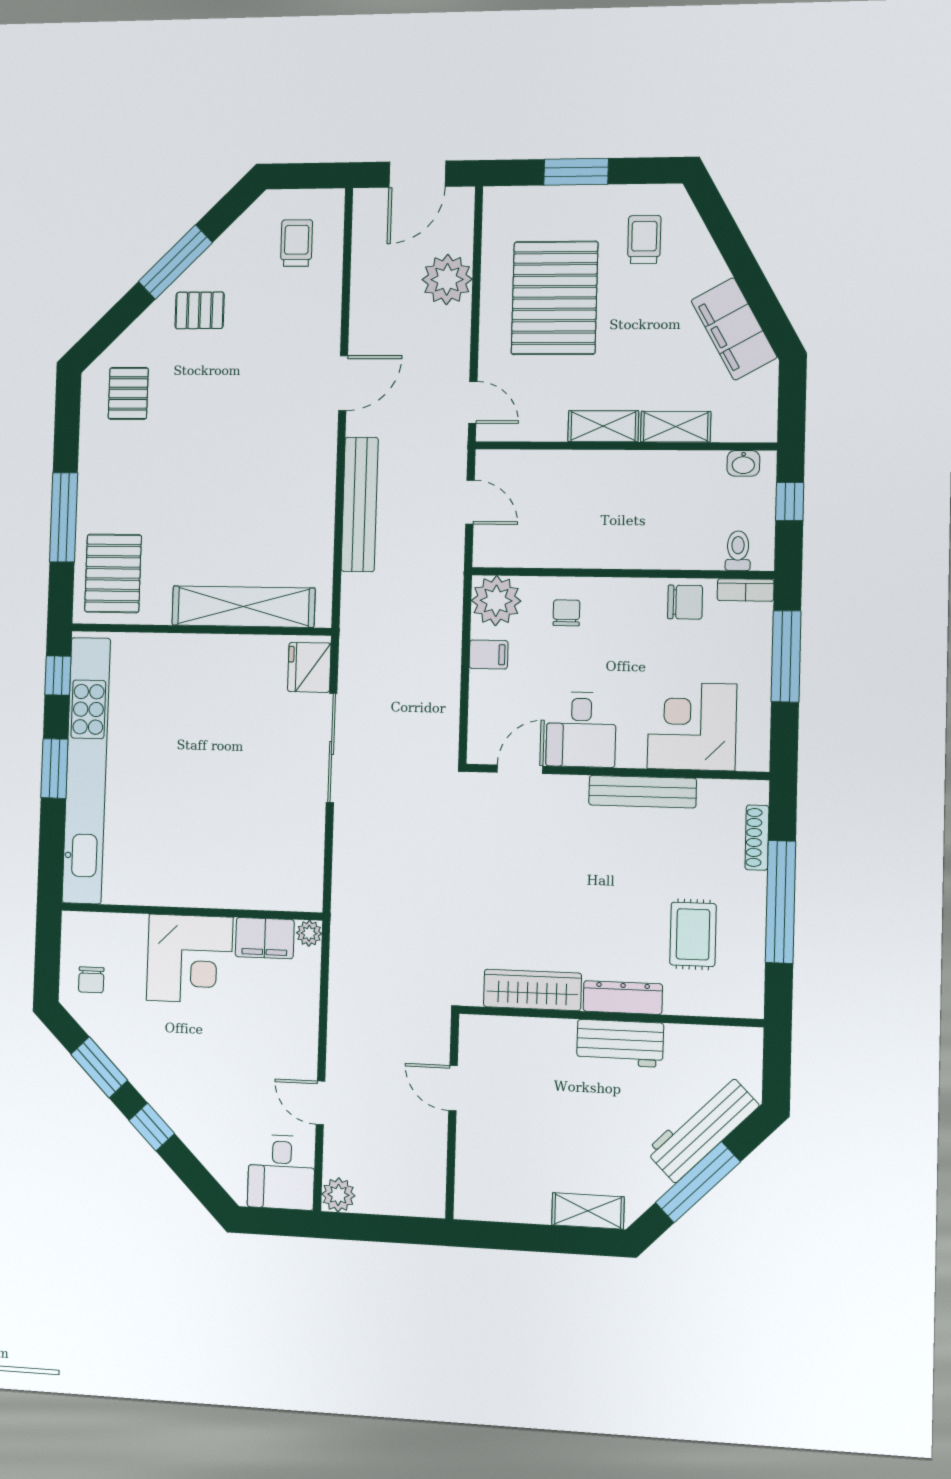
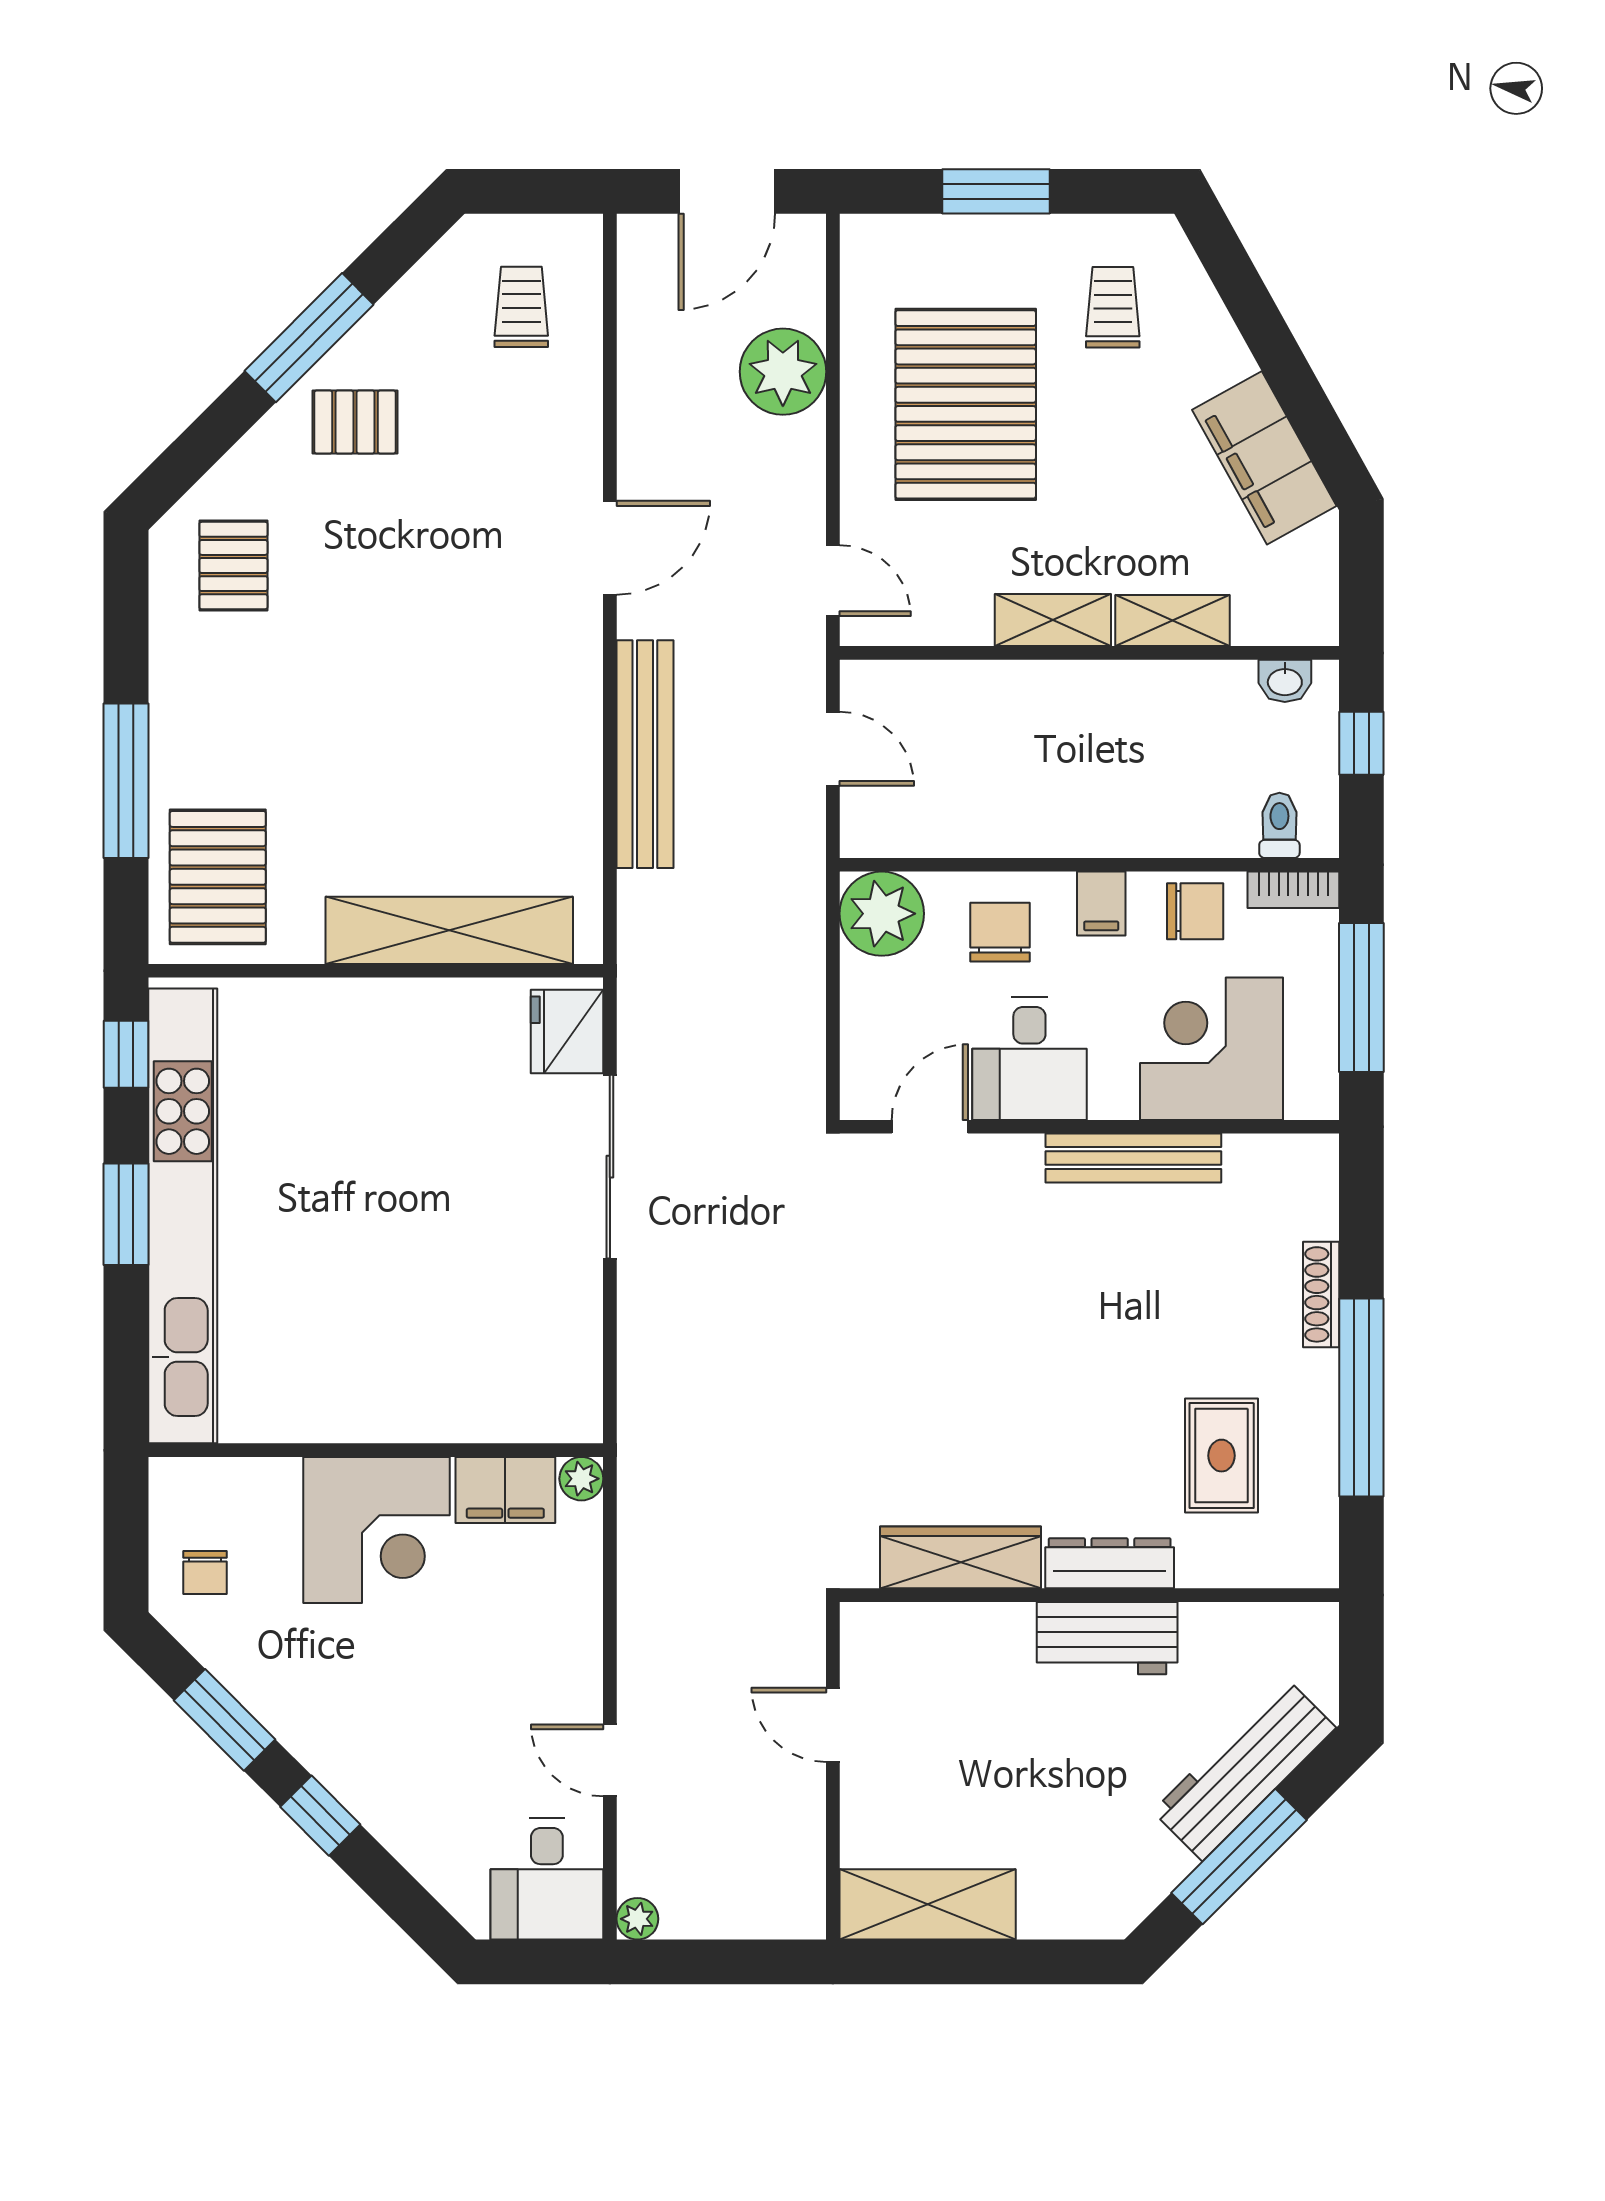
chair: (566, 613) -> (1000, 932), width x1.37, depth x1.37
filing cabinet: (489, 654) -> (1101, 903), moved, turned 90
corner desk: (692, 726) -> (1212, 1049), moved
desk: (581, 730) -> (1029, 1059), moved
door: (520, 769) -> (930, 1127), moved
wall: (616, 772) -> (1089, 1127), moved
bench: (643, 792) -> (1133, 1158), moved
plant: (338, 1195) -> (637, 1919), width x0.73, depth x0.73
shelving: (588, 1211) -> (928, 1904), moved, width x1.50, depth x1.33

